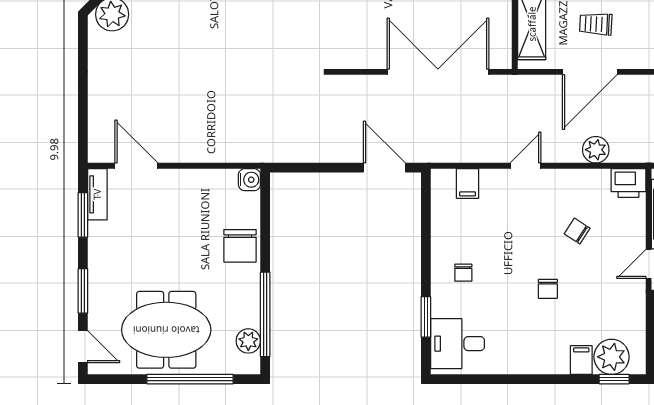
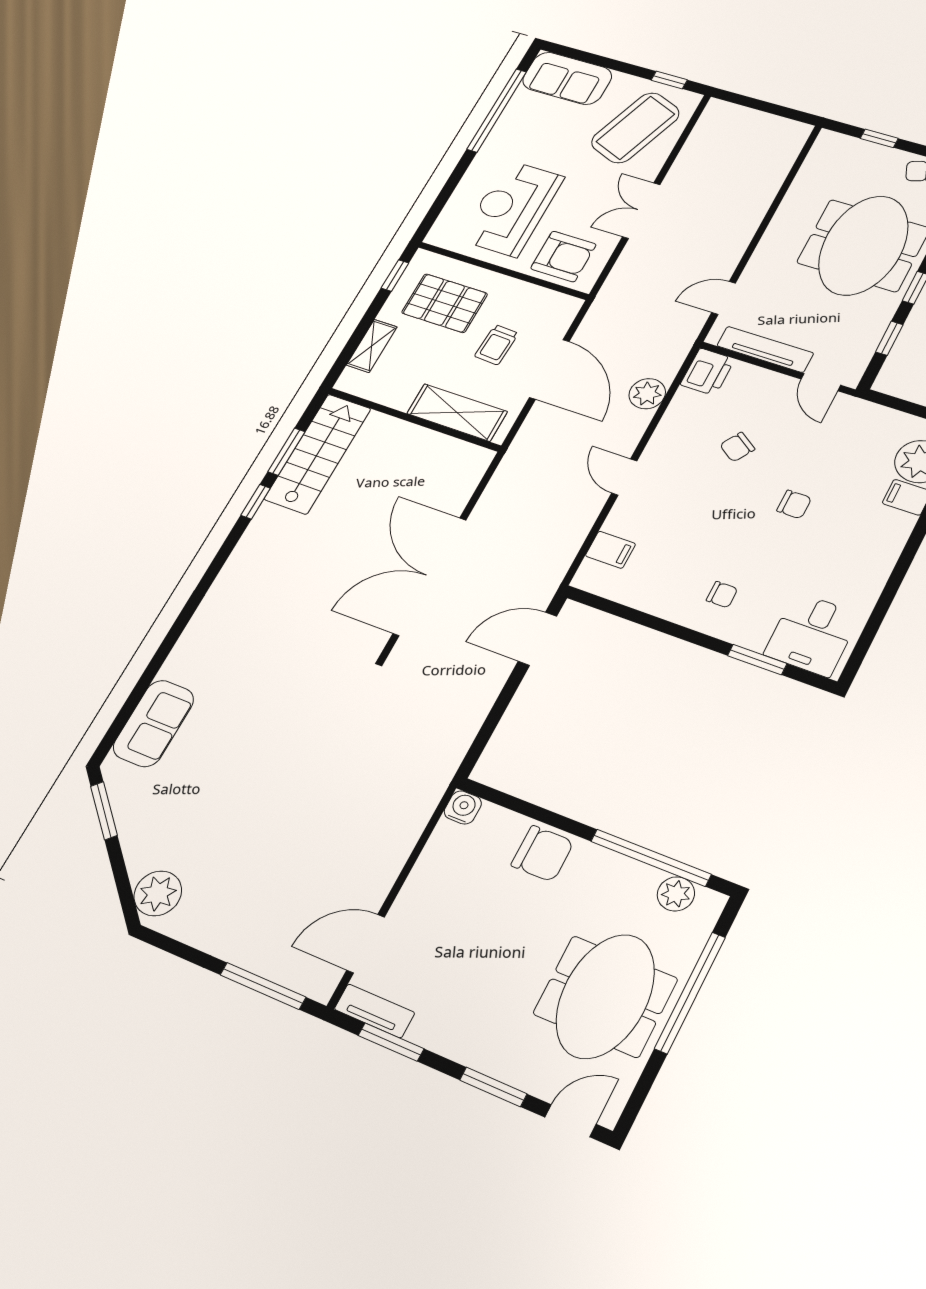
double door: (438, 72) -> (430, 576), moved
window: (83, 116) -> (263, 986), added

